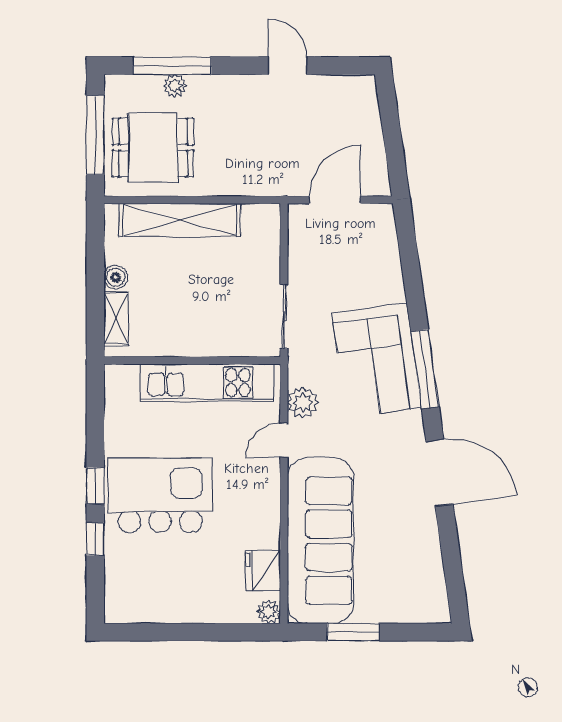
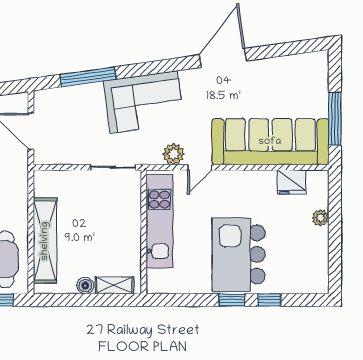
window: (425, 369) -> (88, 77), moved
door: (284, 440) -> (200, 167), hinge flipped
plant: (269, 612) -> (320, 218), moved
window: (353, 632) -> (335, 119), width x1.44

